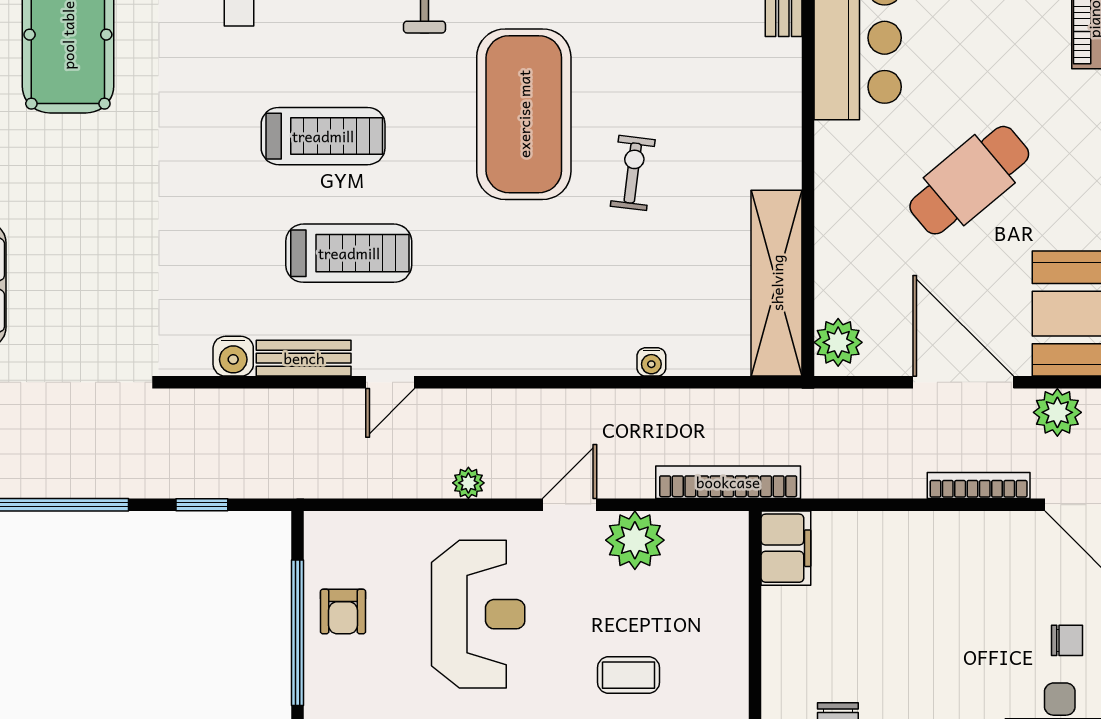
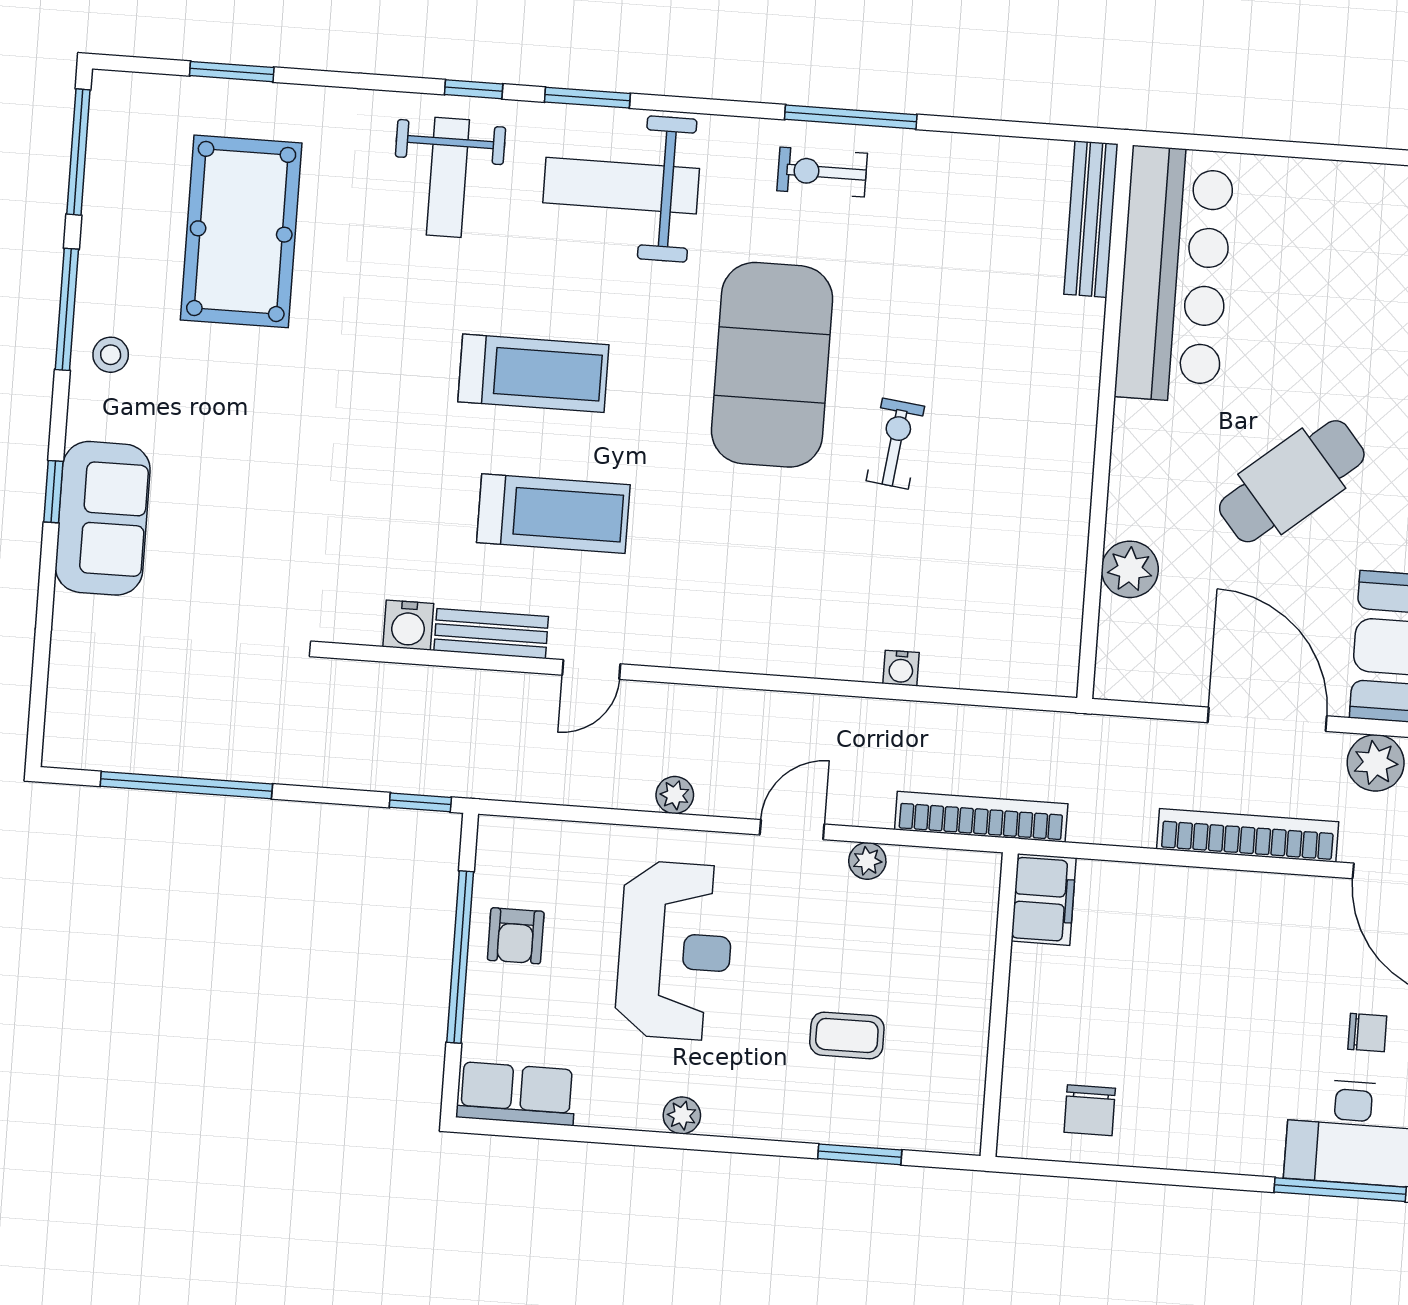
shelving: (777, 283) -> (1056, 586), removed
plant: (838, 342) -> (1130, 569), moved
bookcase: (979, 486) -> (1248, 835), width x1.48, depth x1.31
window: (202, 505) -> (420, 802), moved
plant: (635, 540) -> (867, 861), width x0.53, depth x0.53

